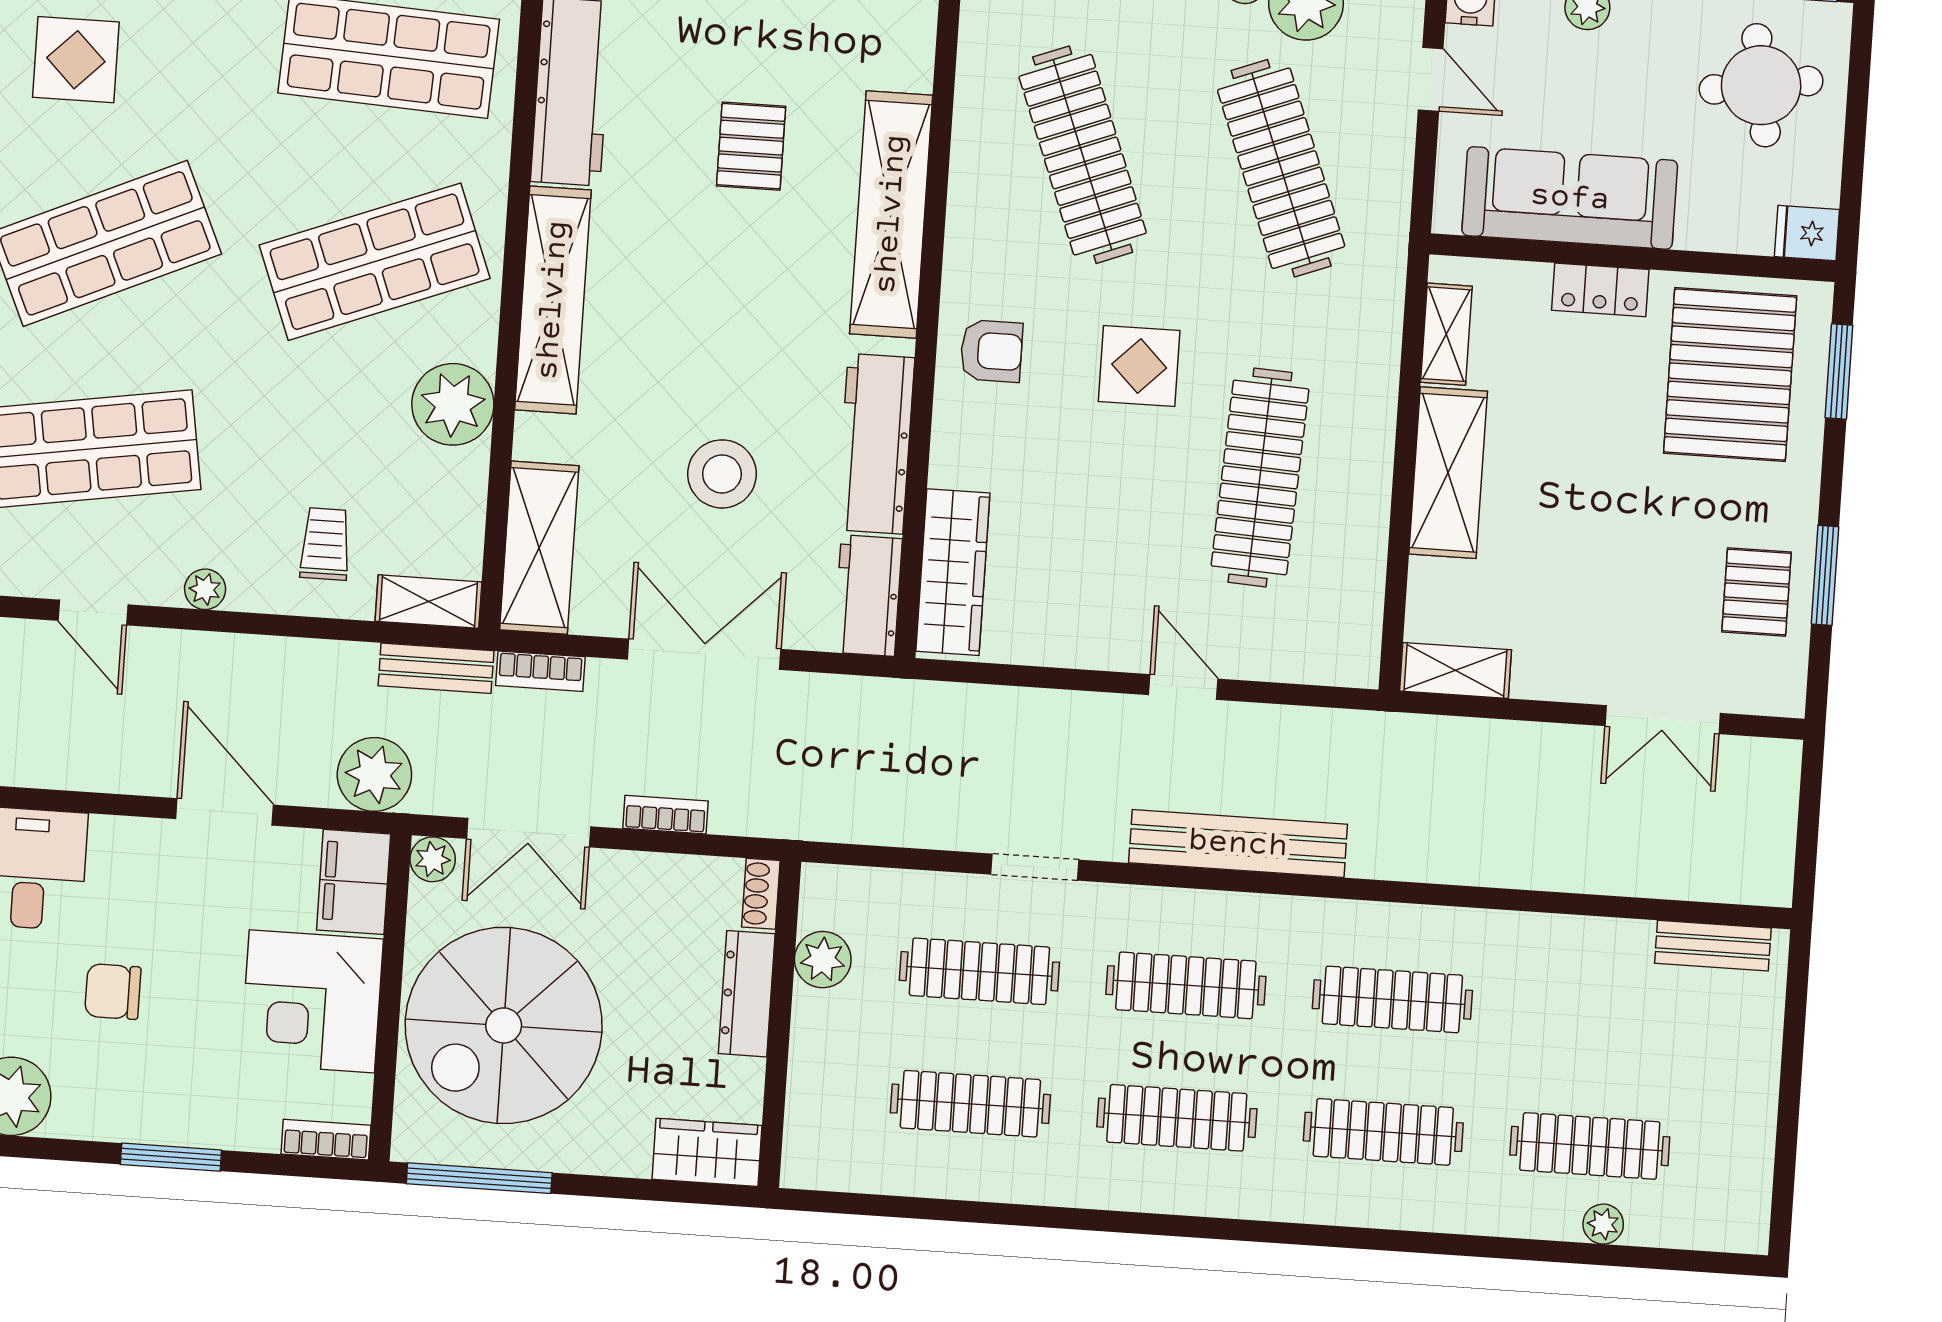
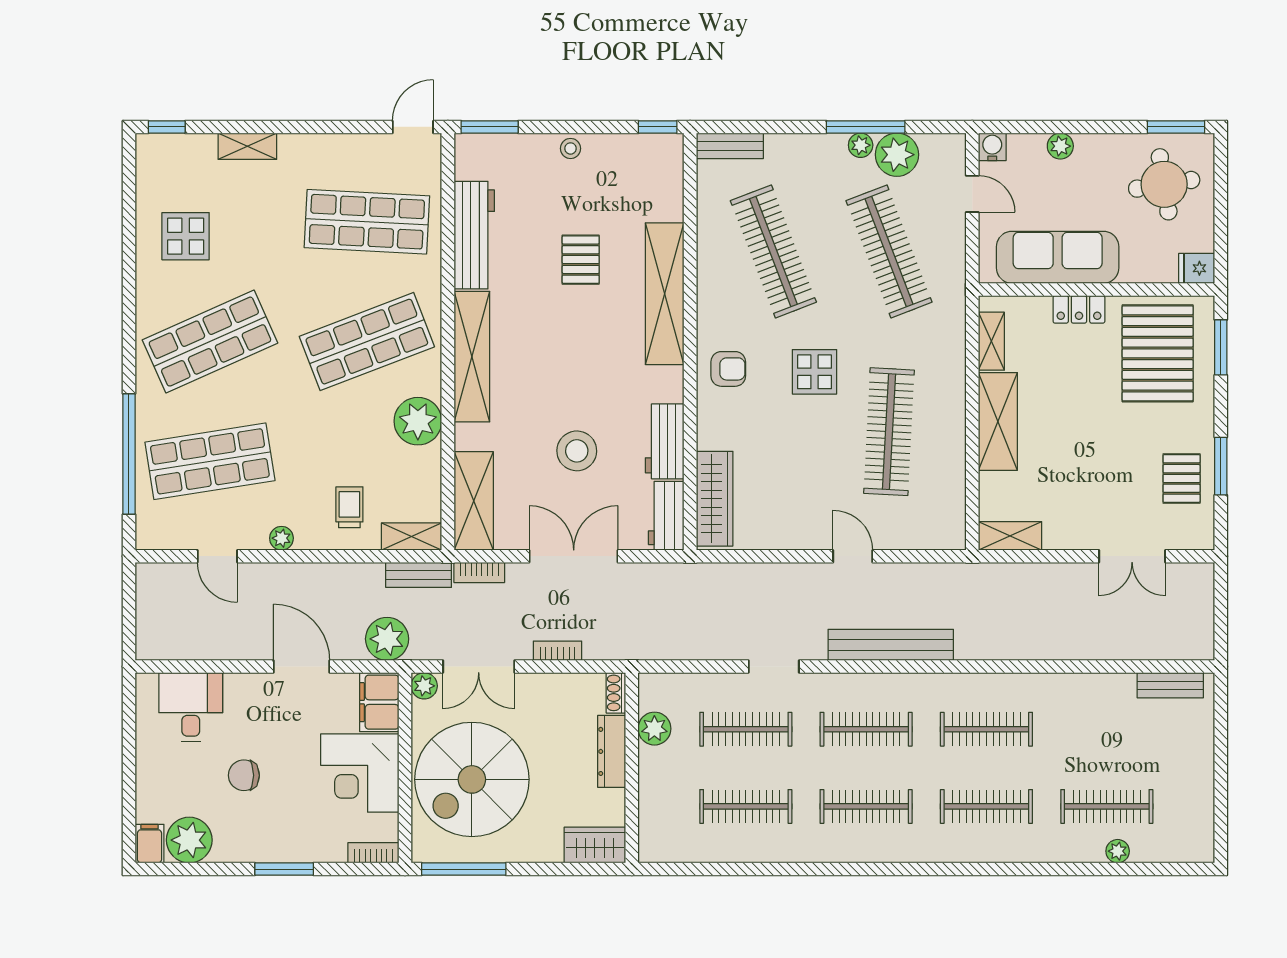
workbench: (876, 444) -> (665, 441), width x0.73

